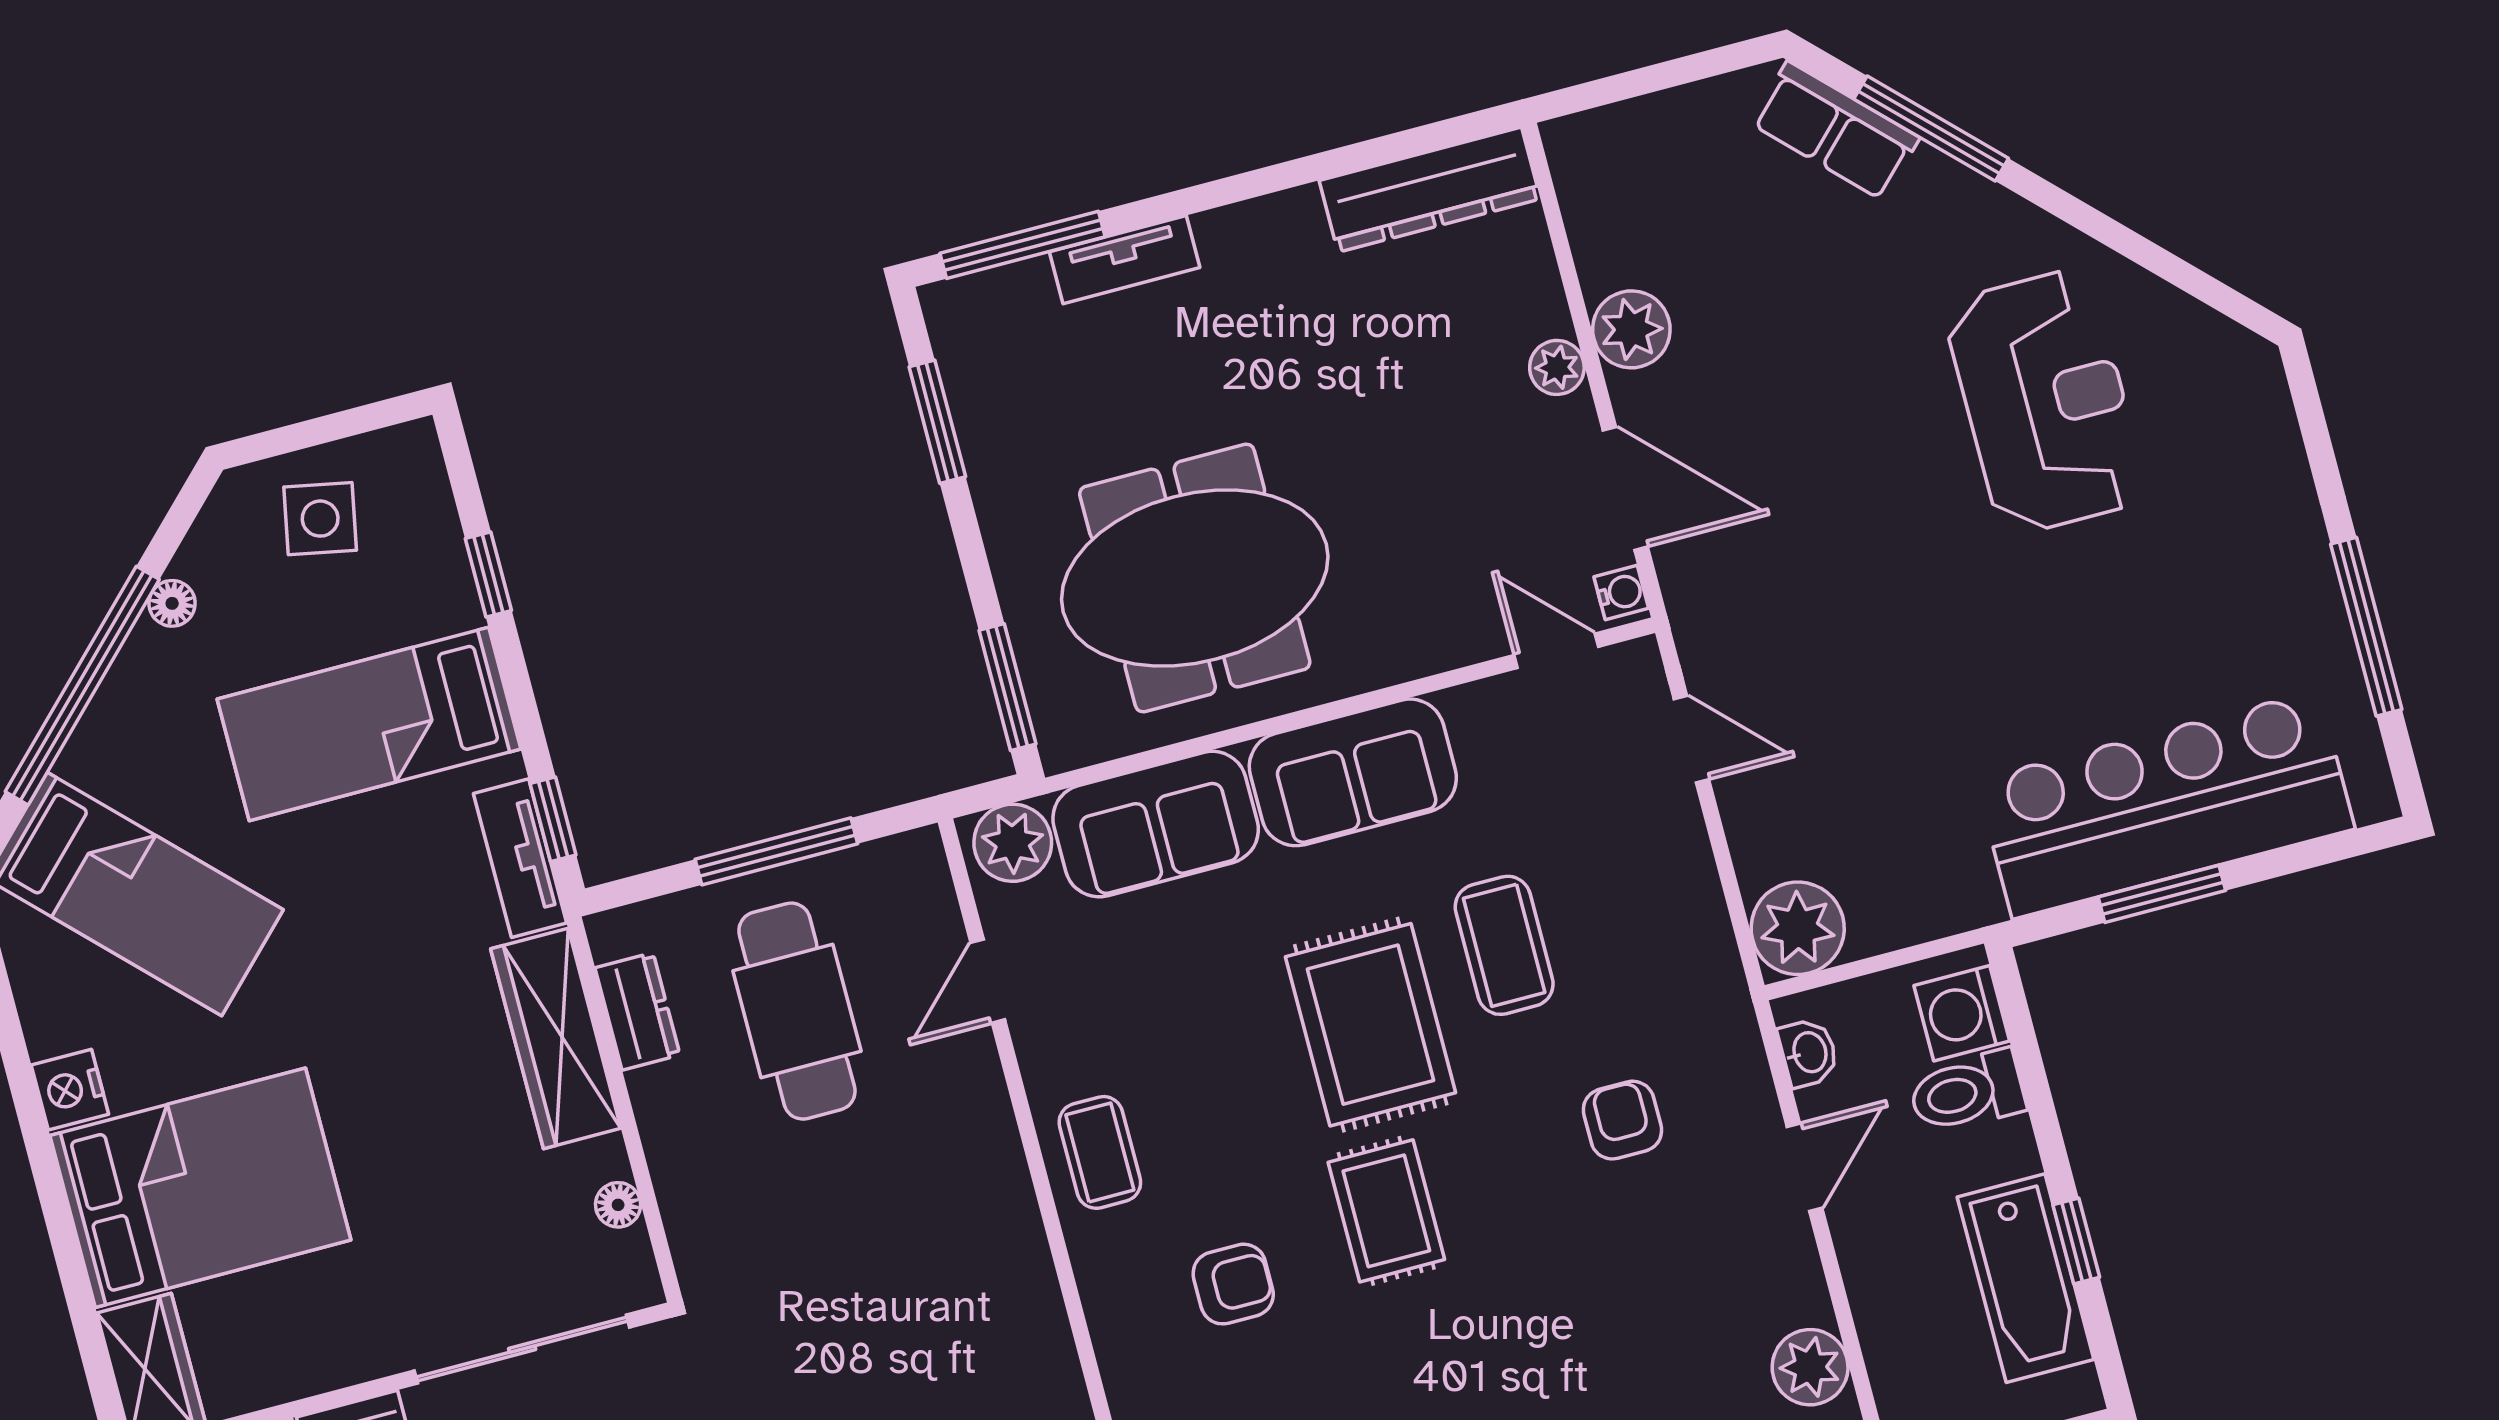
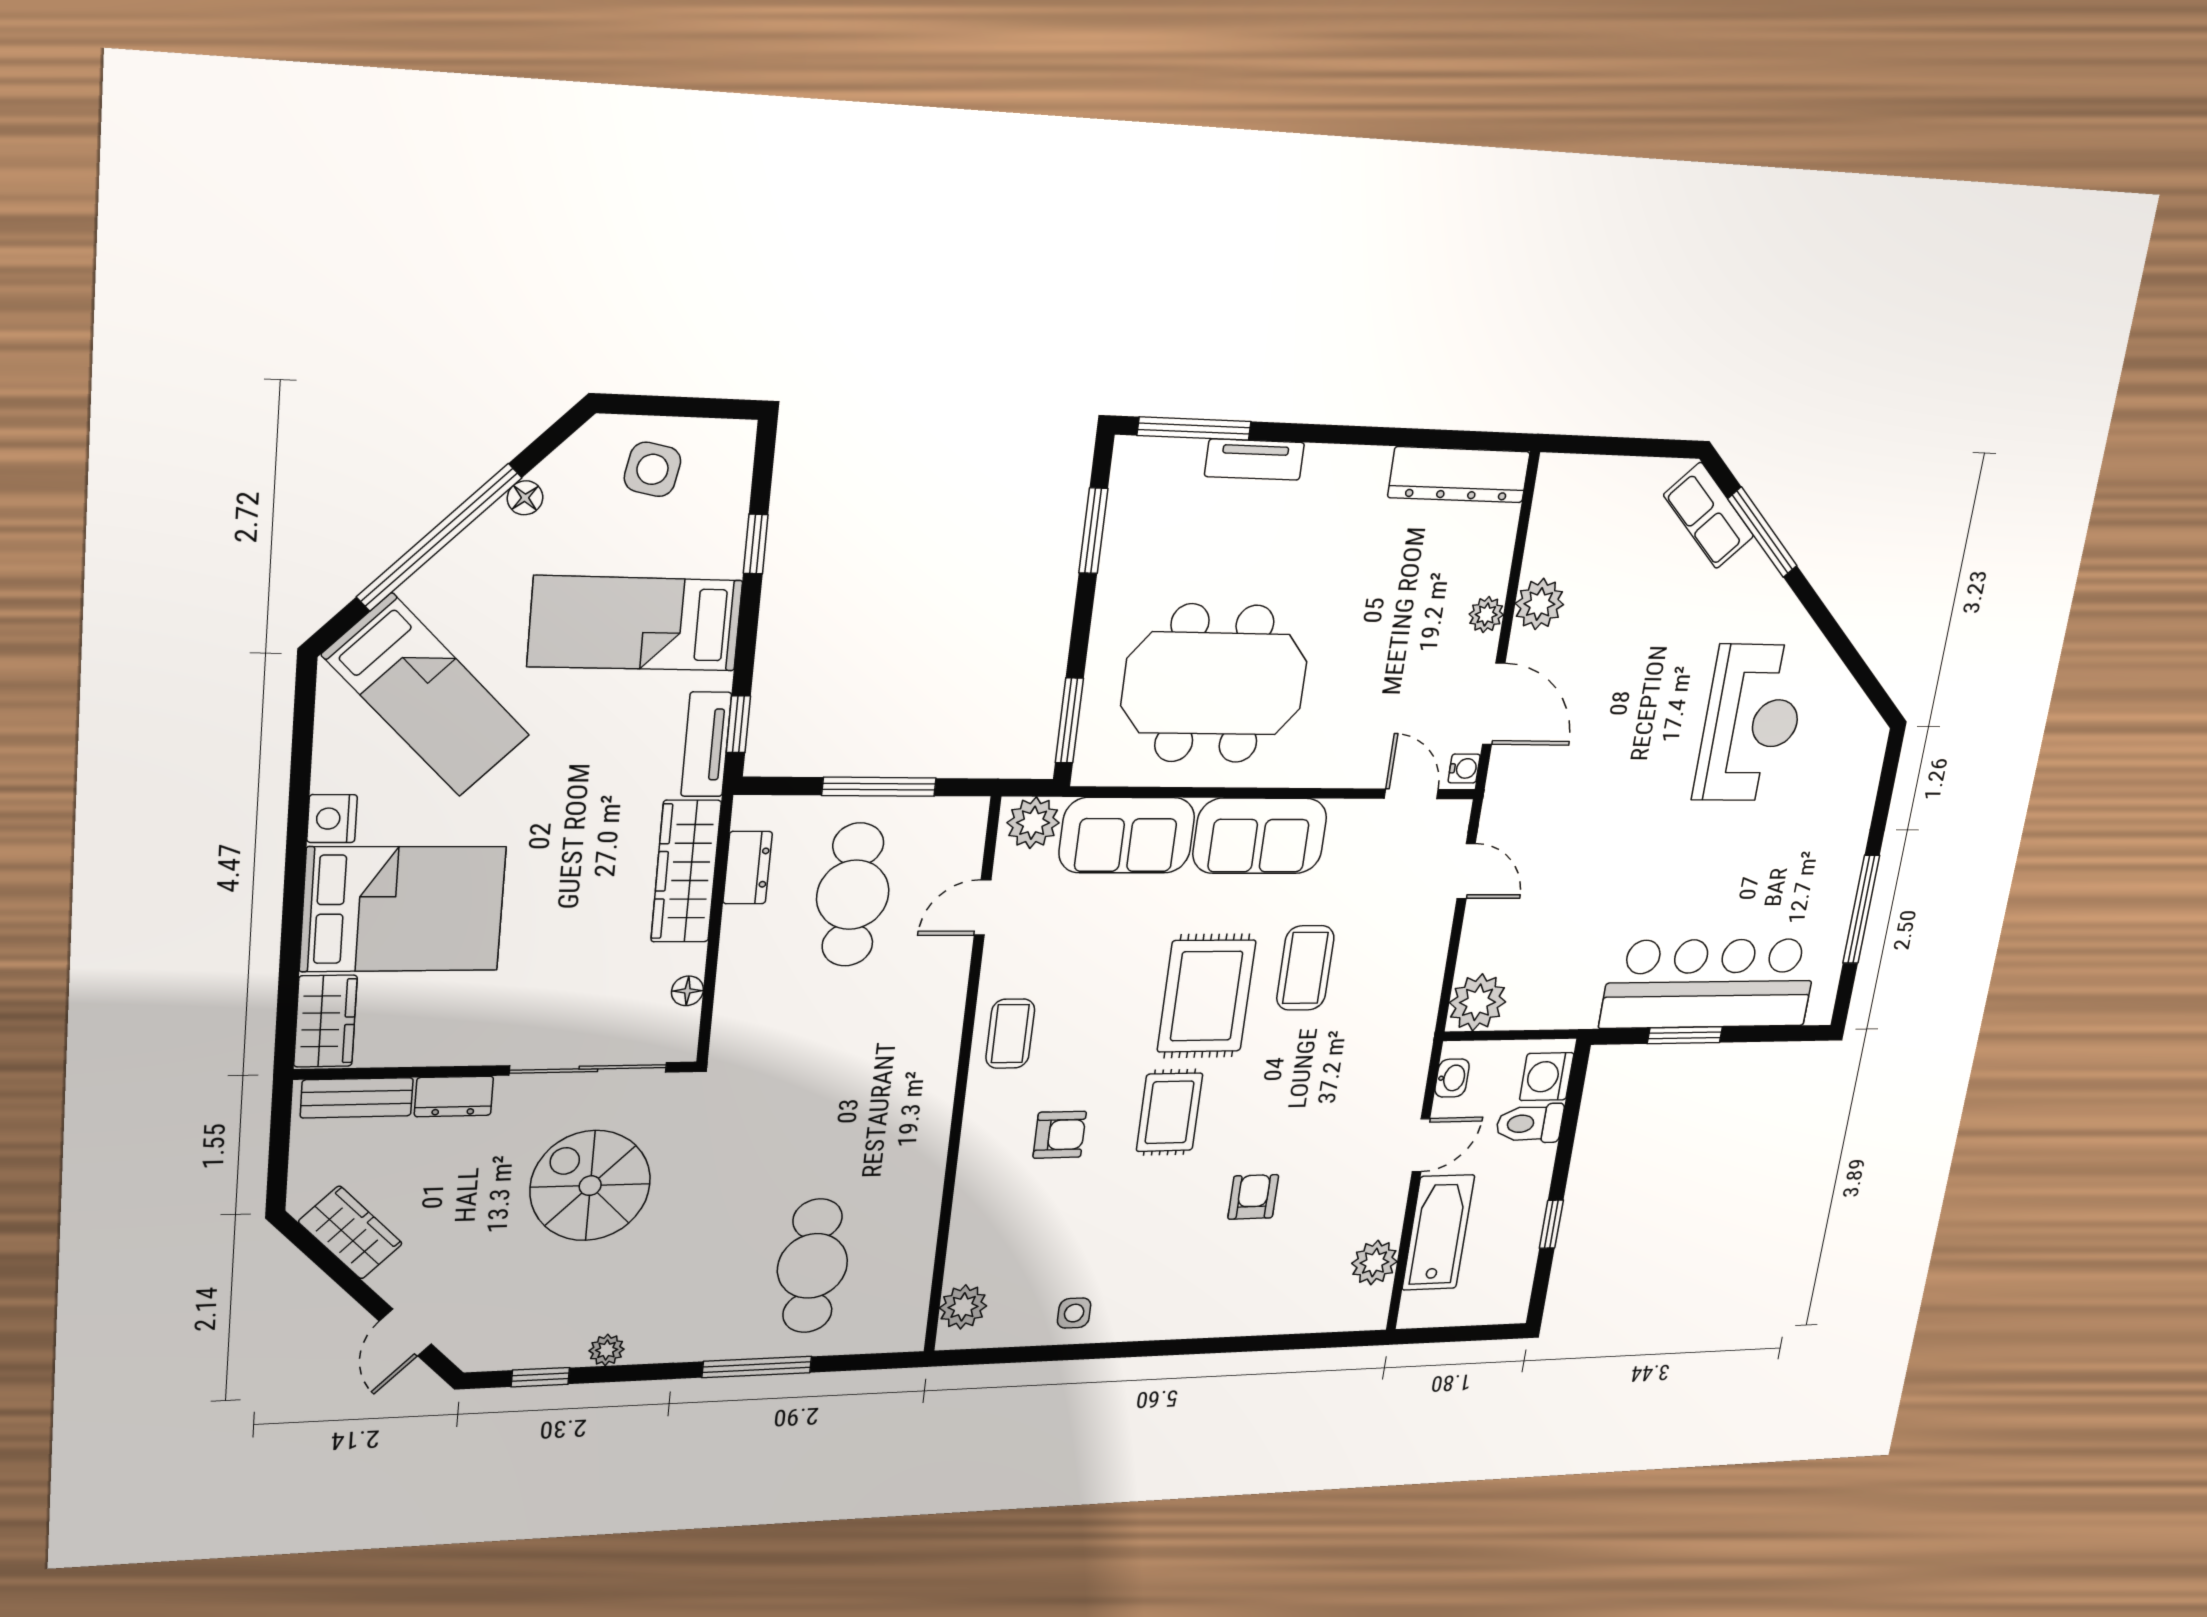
armchair: (1622, 1120) -> (1253, 1197), moved
bathtub: (2026, 1278) -> (1438, 1233), moved, turned 180

